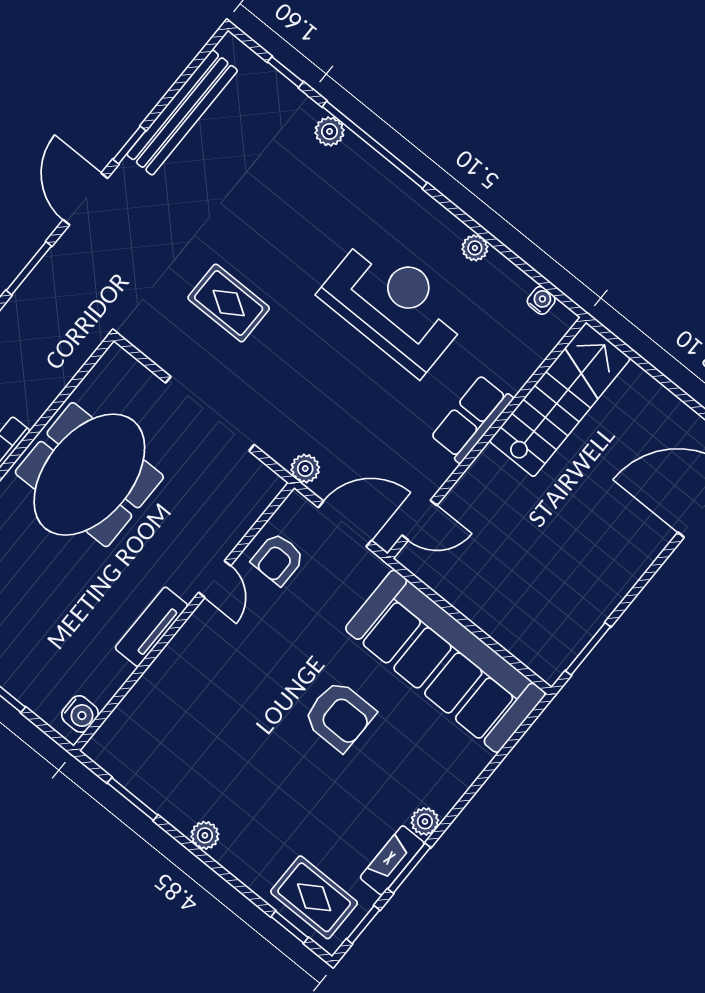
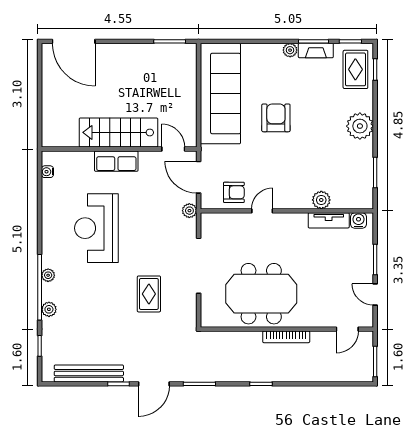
plant: (475, 248) -> (48, 275), moved
stairs: (560, 400) -> (118, 132), moved
tv unit: (152, 627) -> (329, 220), moved
plant: (158, 683) -> (321, 200), added
plant: (205, 835) -> (360, 126), width x1.88, depth x1.88

